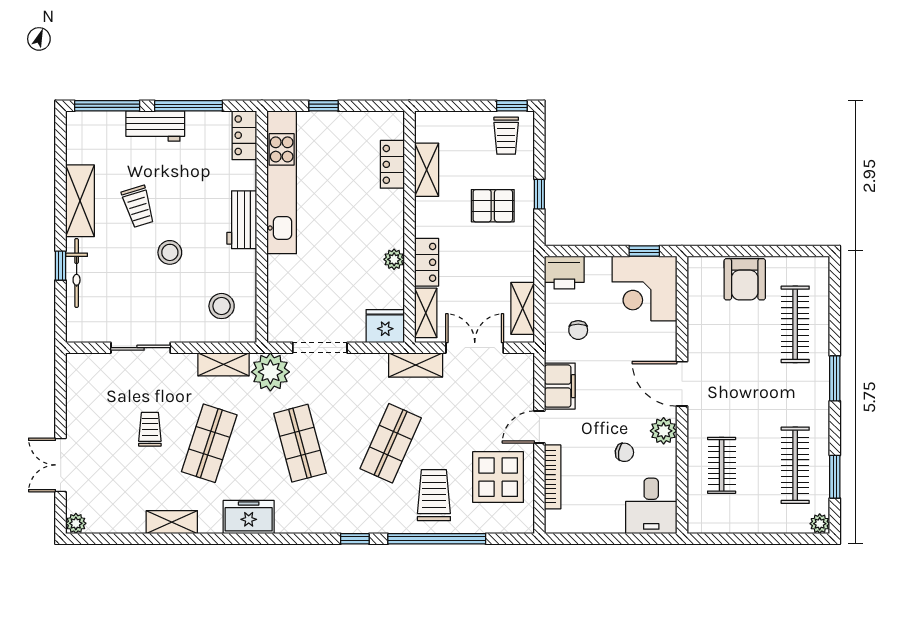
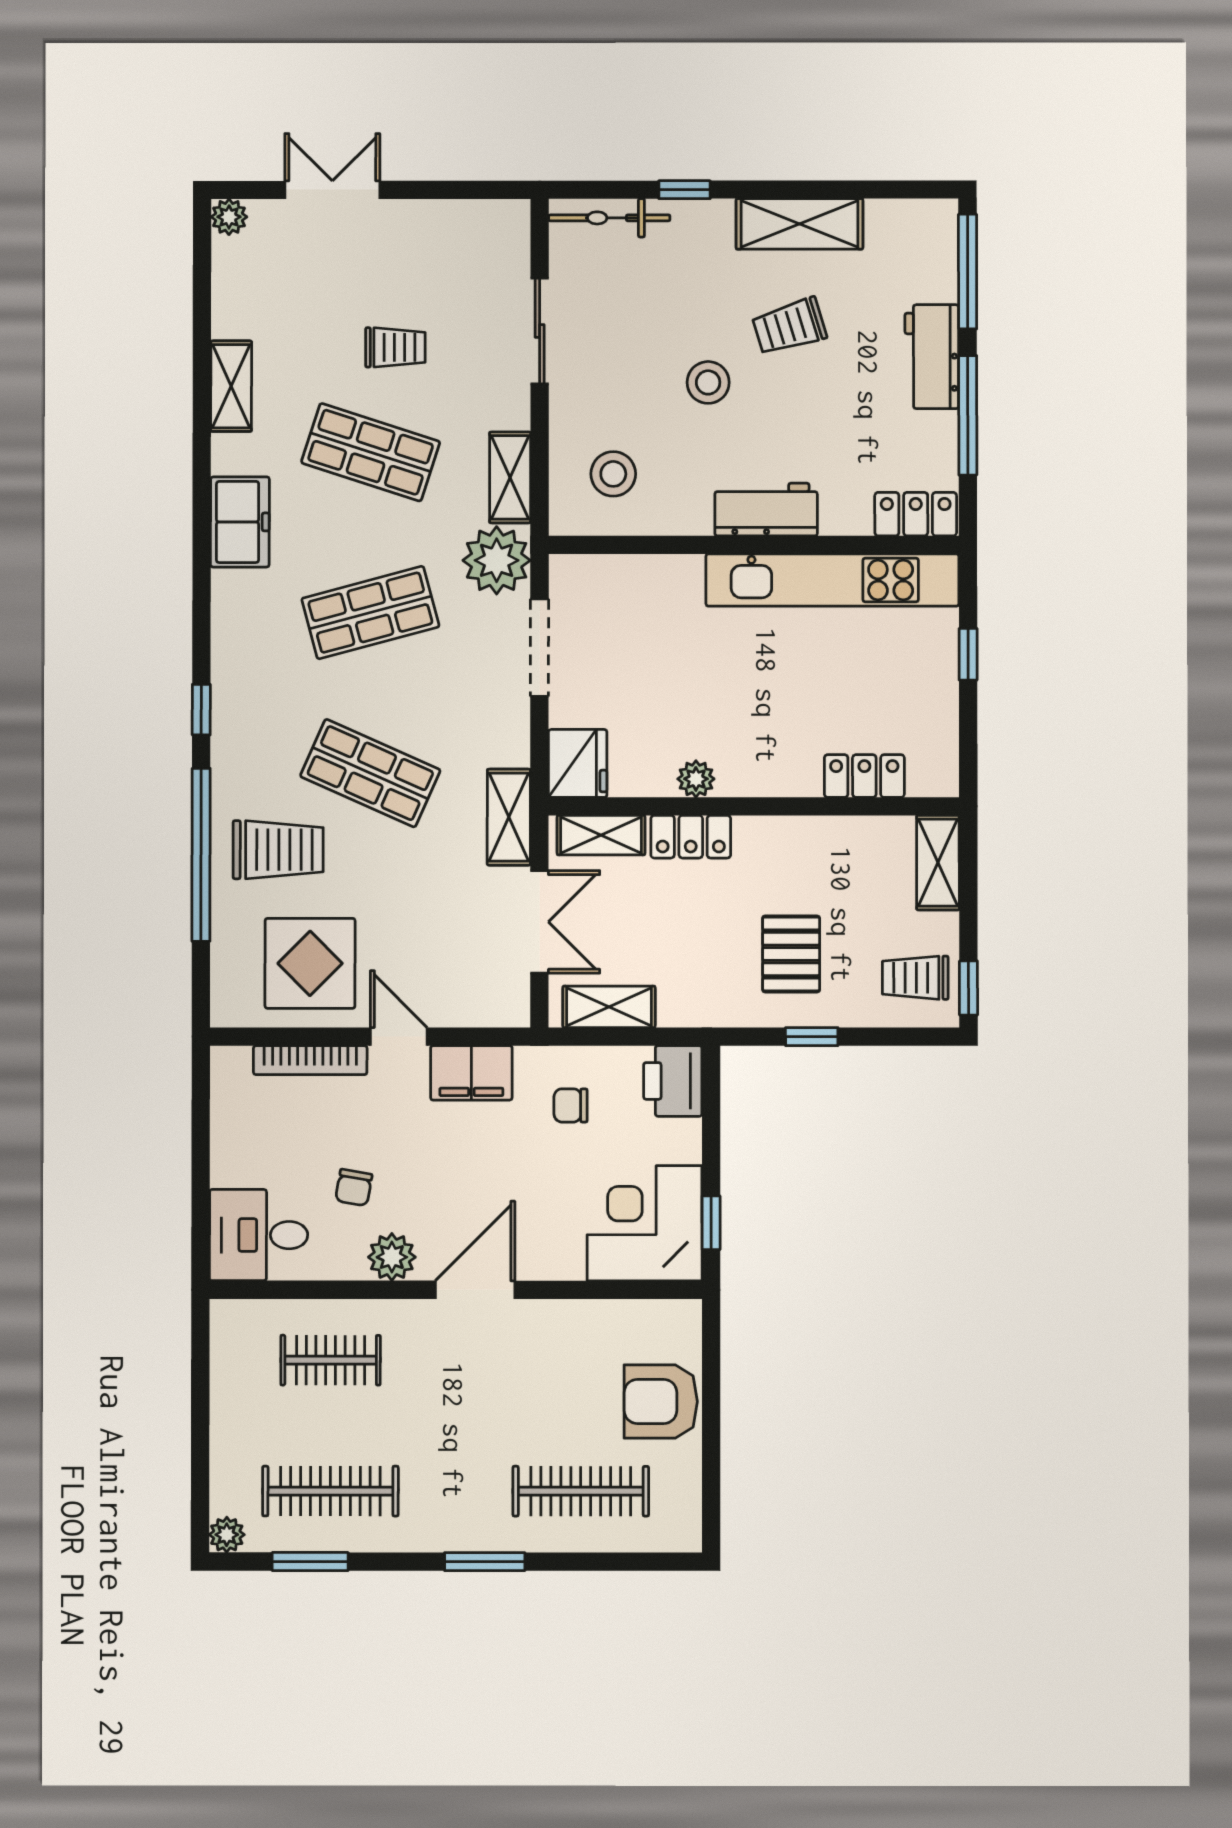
shelving: (427, 170) -> (938, 863), moved, turned 90
bicycle: (77, 273) -> (609, 218), moved

